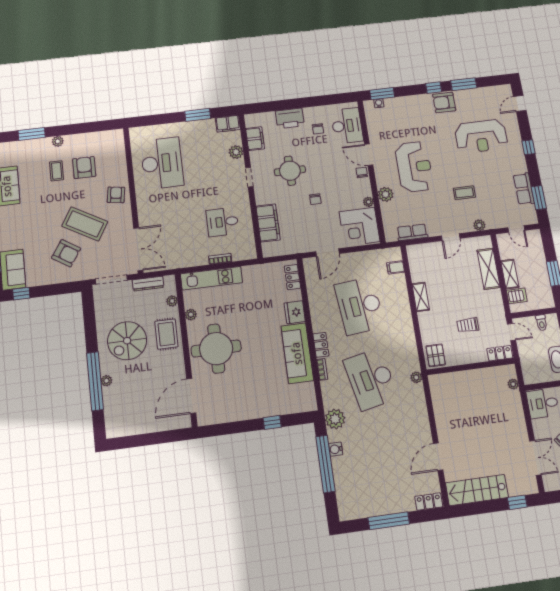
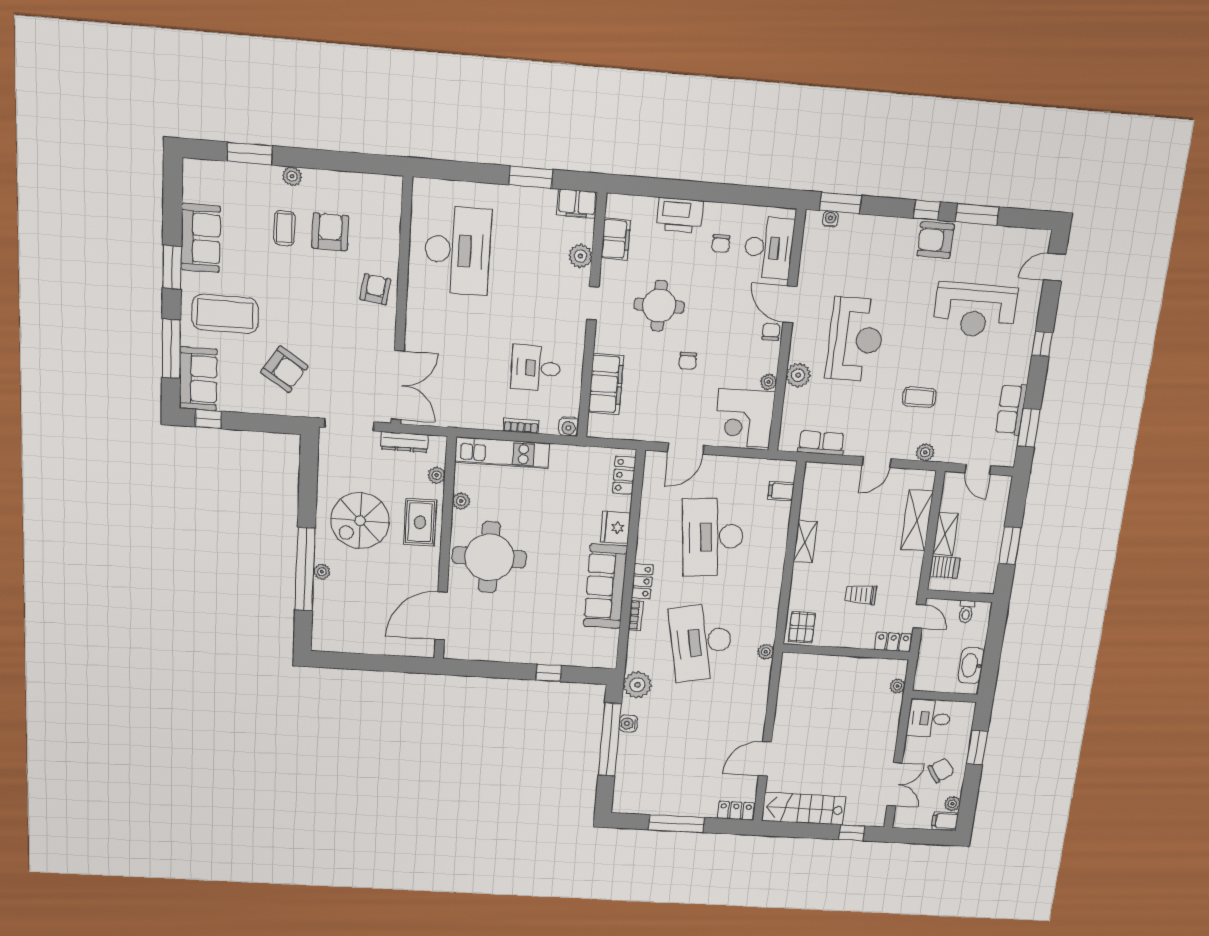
coffee table: (85, 224) -> (225, 314), moved, turned -30
water cooler: (250, 253) -> (569, 427), added

